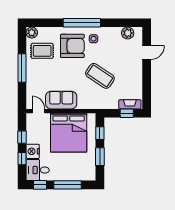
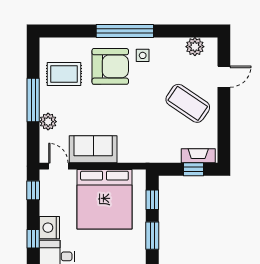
plant: (32, 33) -> (48, 122), moved
coffee table: (100, 76) -> (188, 103), moved
window: (22, 137) -> (33, 190), moved

